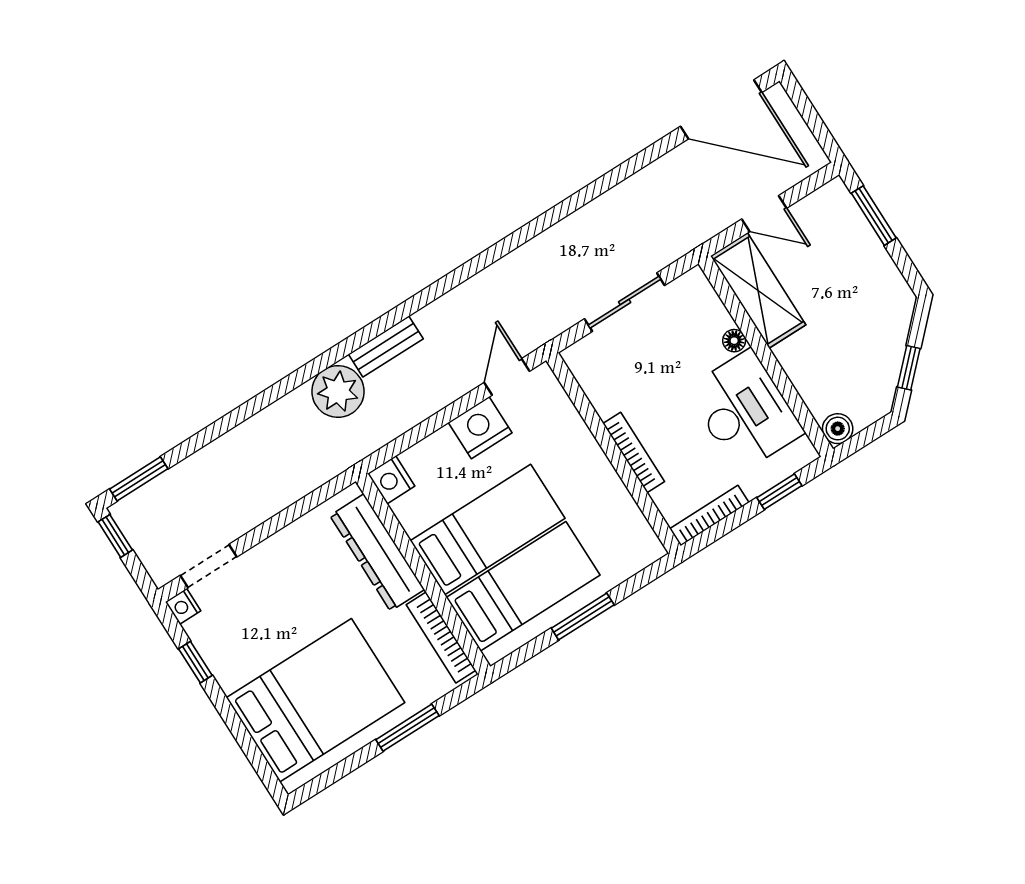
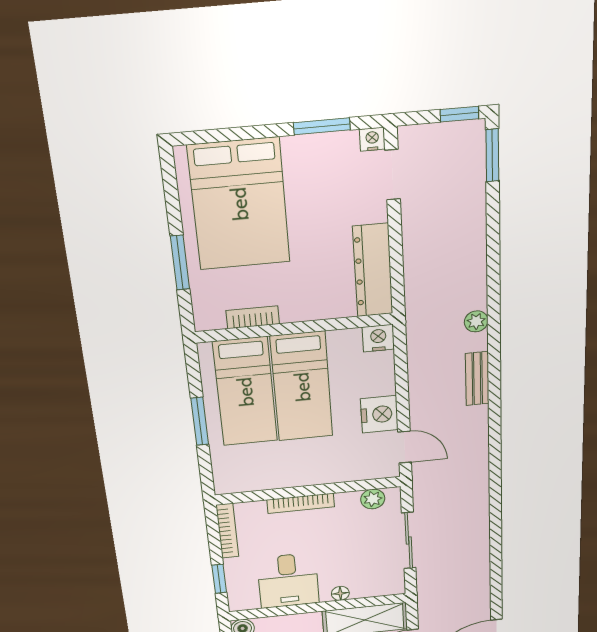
plant: (589, 375) -> (373, 499), added
plant: (338, 391) -> (476, 321), width x0.53, depth x0.53
desk: (745, 411) -> (288, 581), width x0.73
dresser: (377, 553) -> (373, 270), moved, turned -90
bookcase: (441, 638) -> (253, 317), width x0.64
window: (195, 662) -> (322, 126), width x1.50

